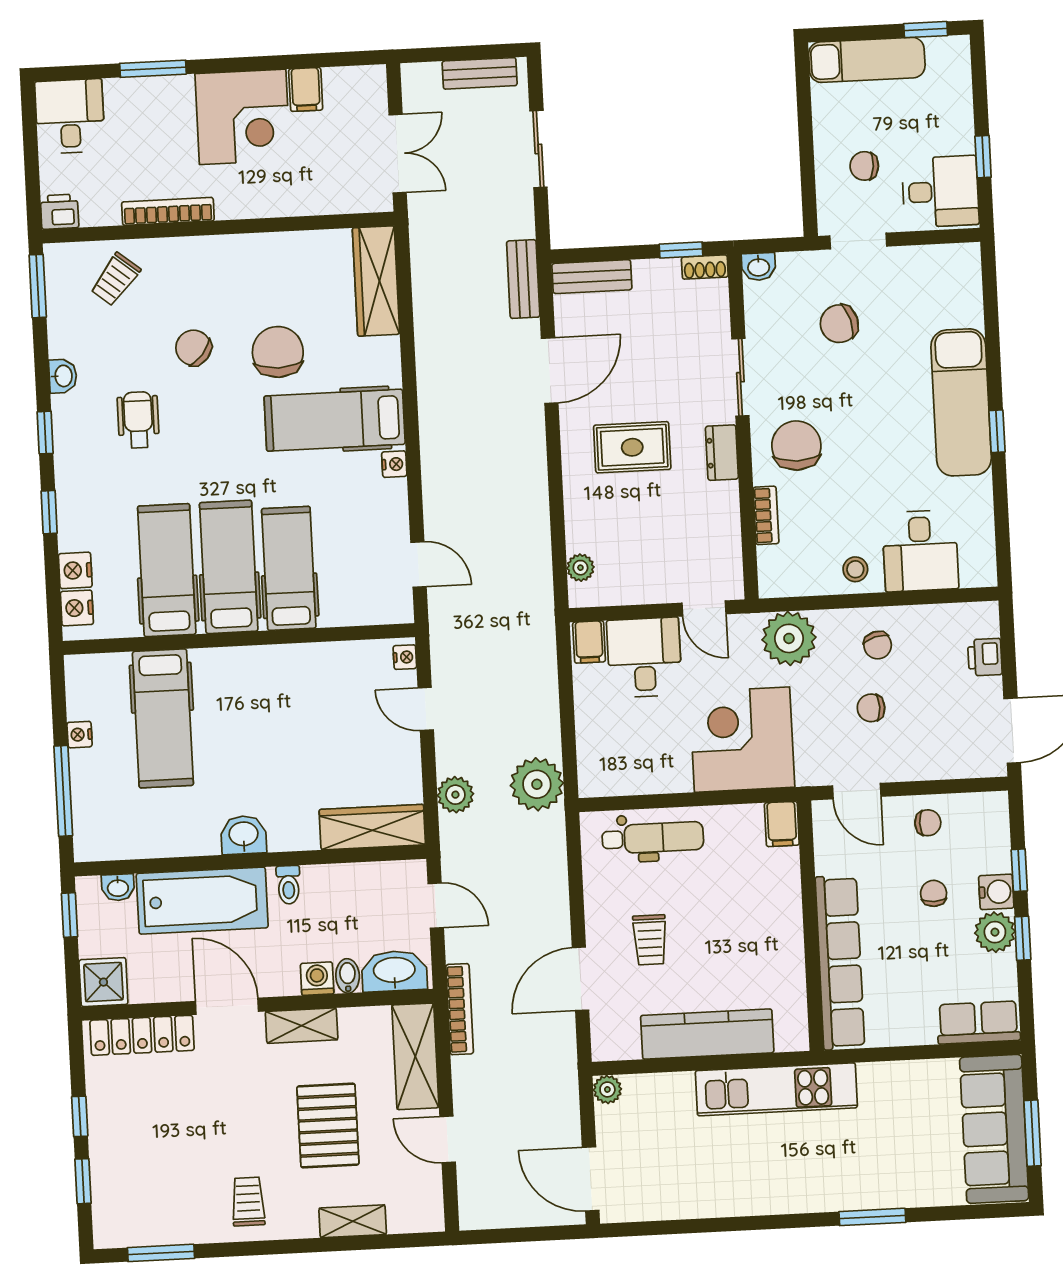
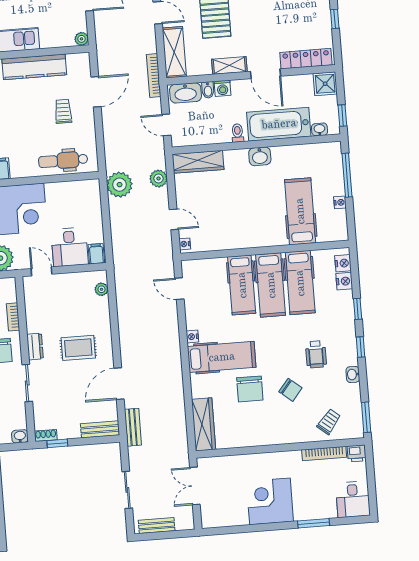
filing cabinet: (306, 89) -> (240, 515), removed
bookcase: (168, 211) -> (324, 453), moved

